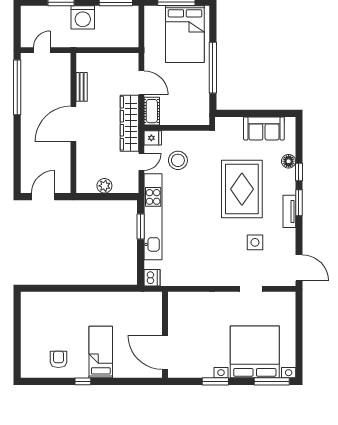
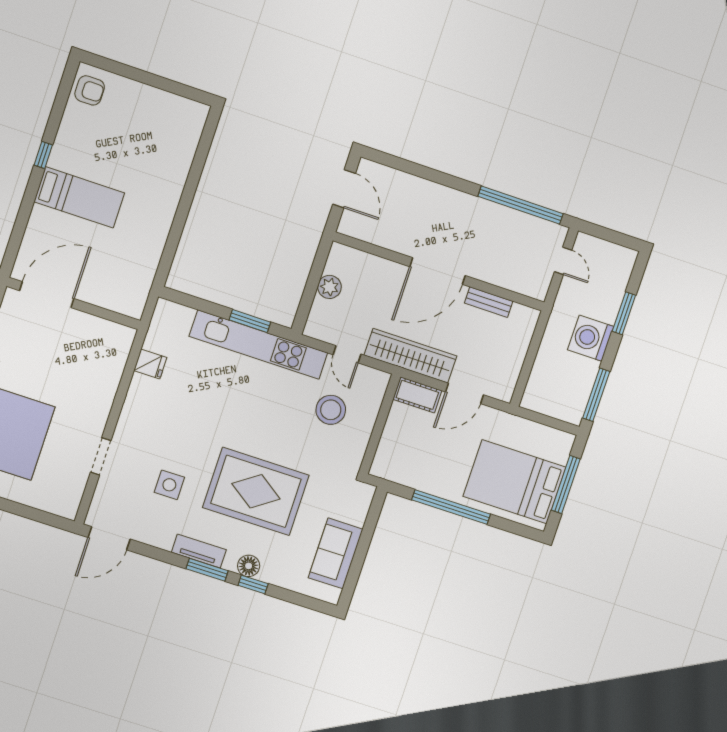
door: (73, 124) -> (438, 271), swing flipped
fridge: (153, 138) -> (150, 364), moved, turned -90
floor lamp: (289, 161) -> (249, 566), moved
dishwasher: (152, 278) -> (167, 312), removed
armchair: (58, 359) -> (90, 90), moved

